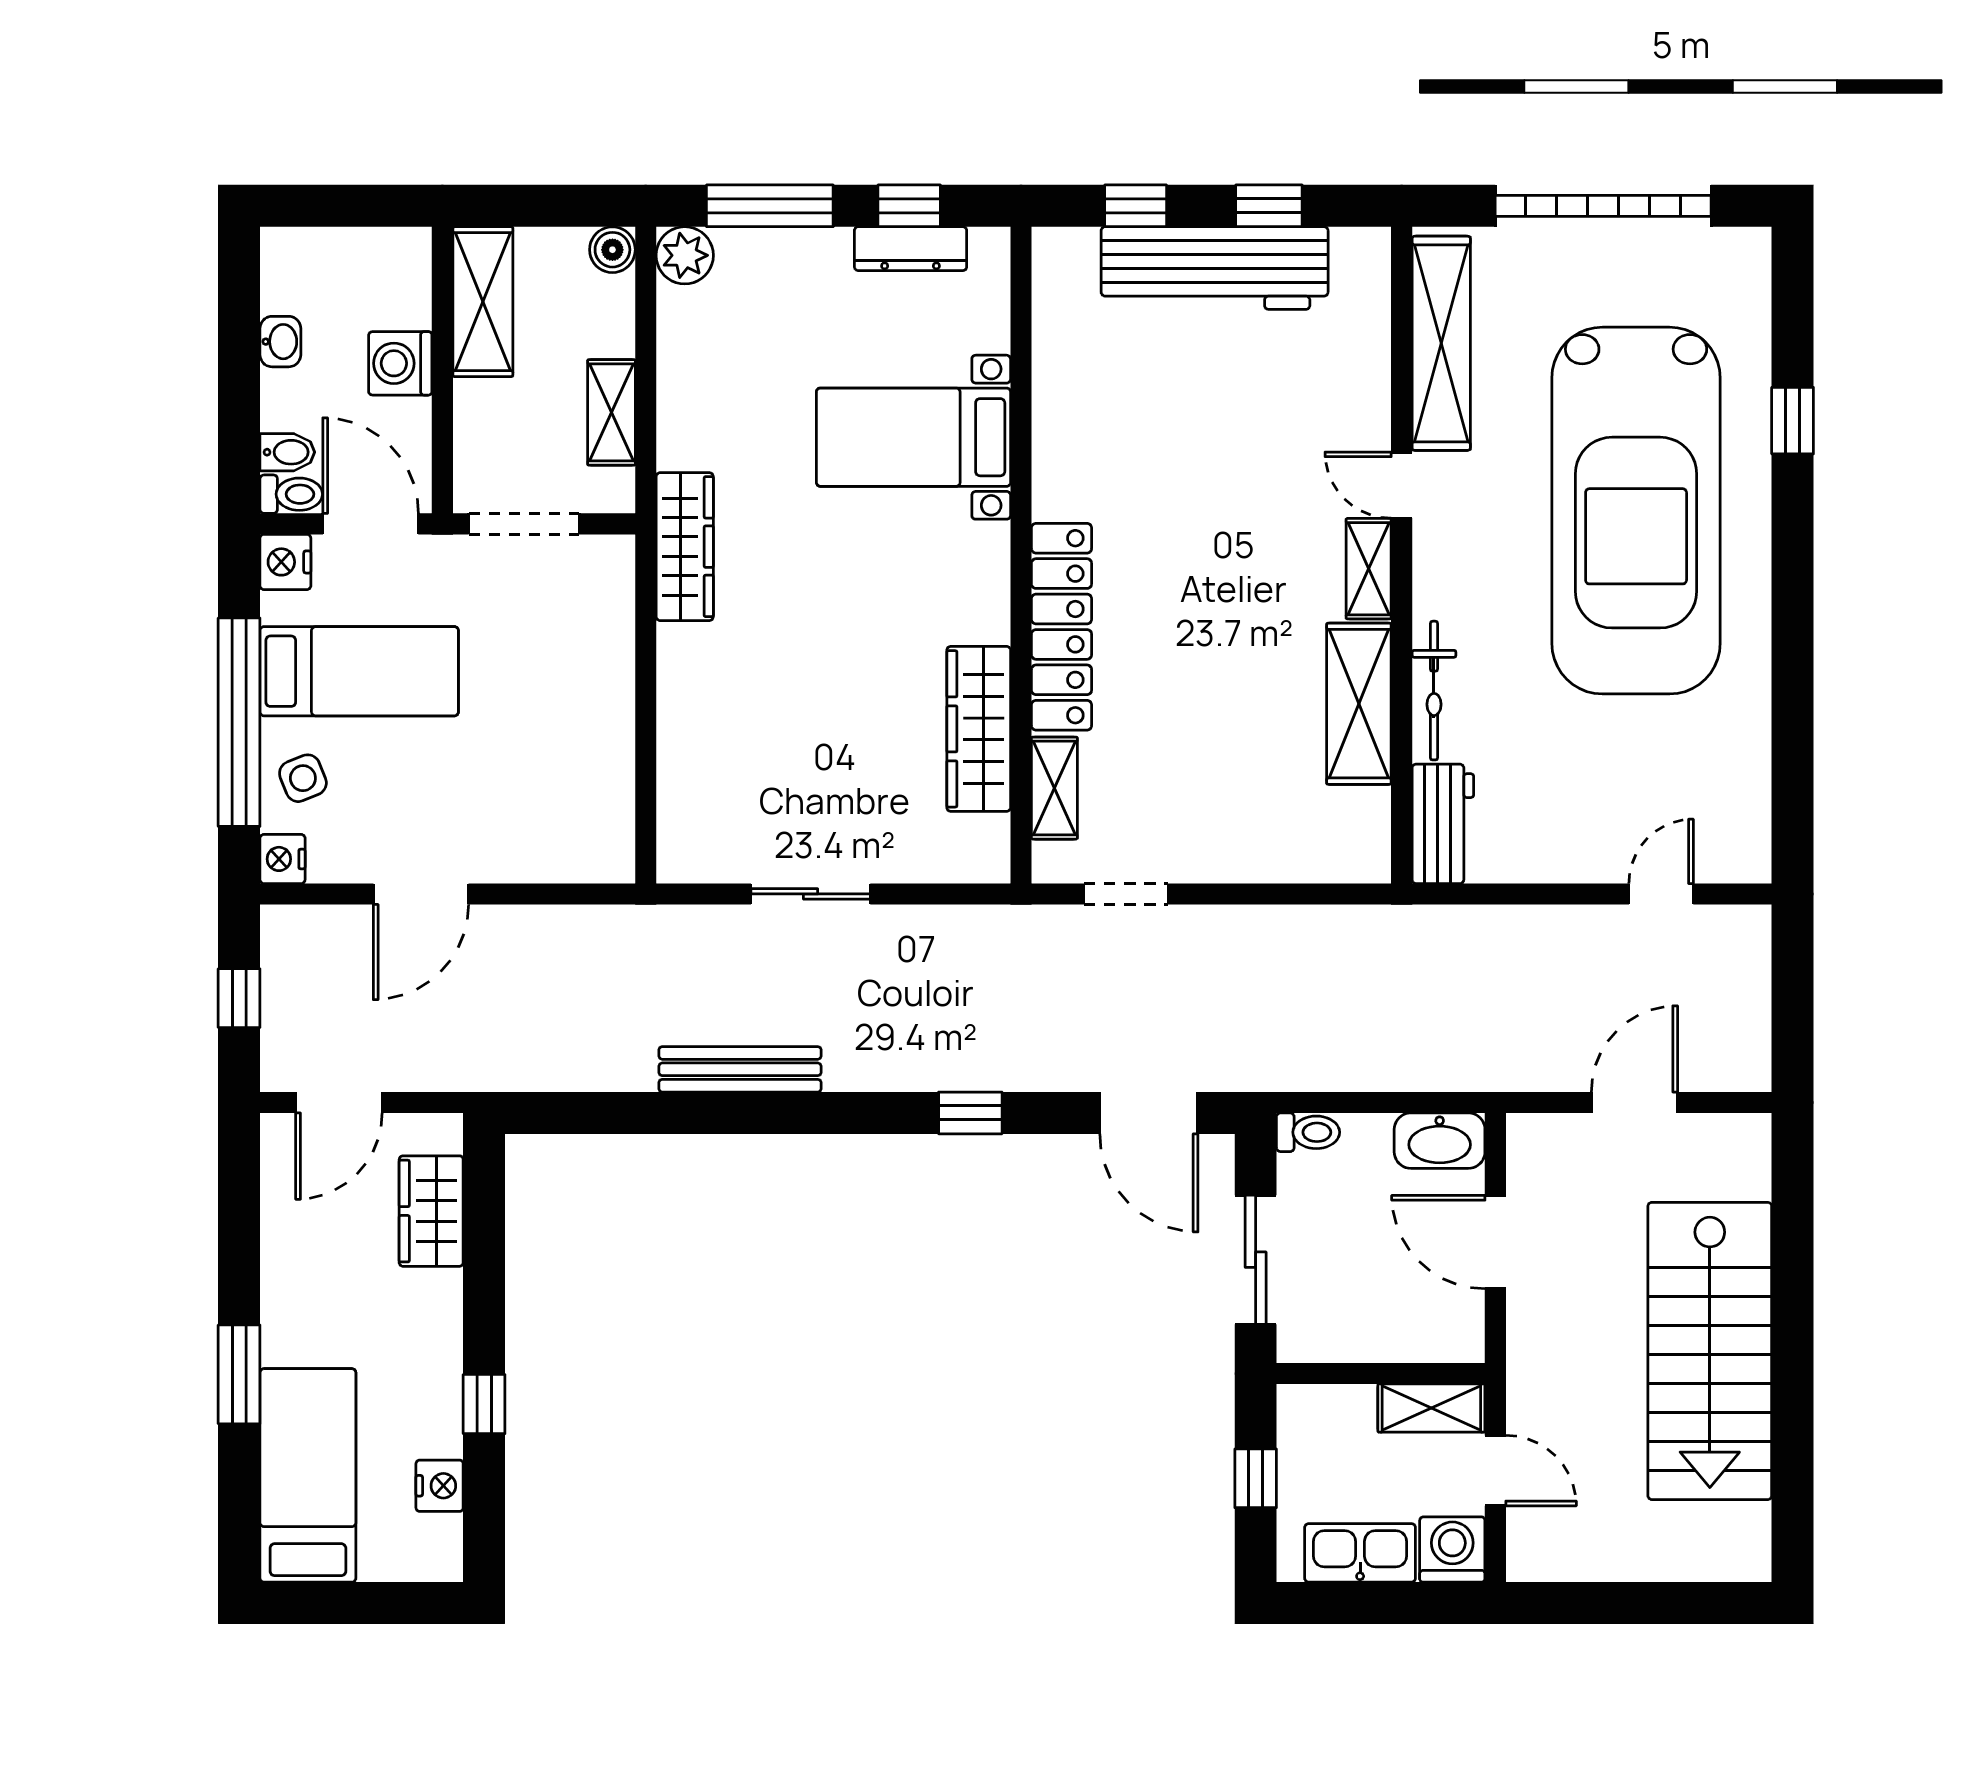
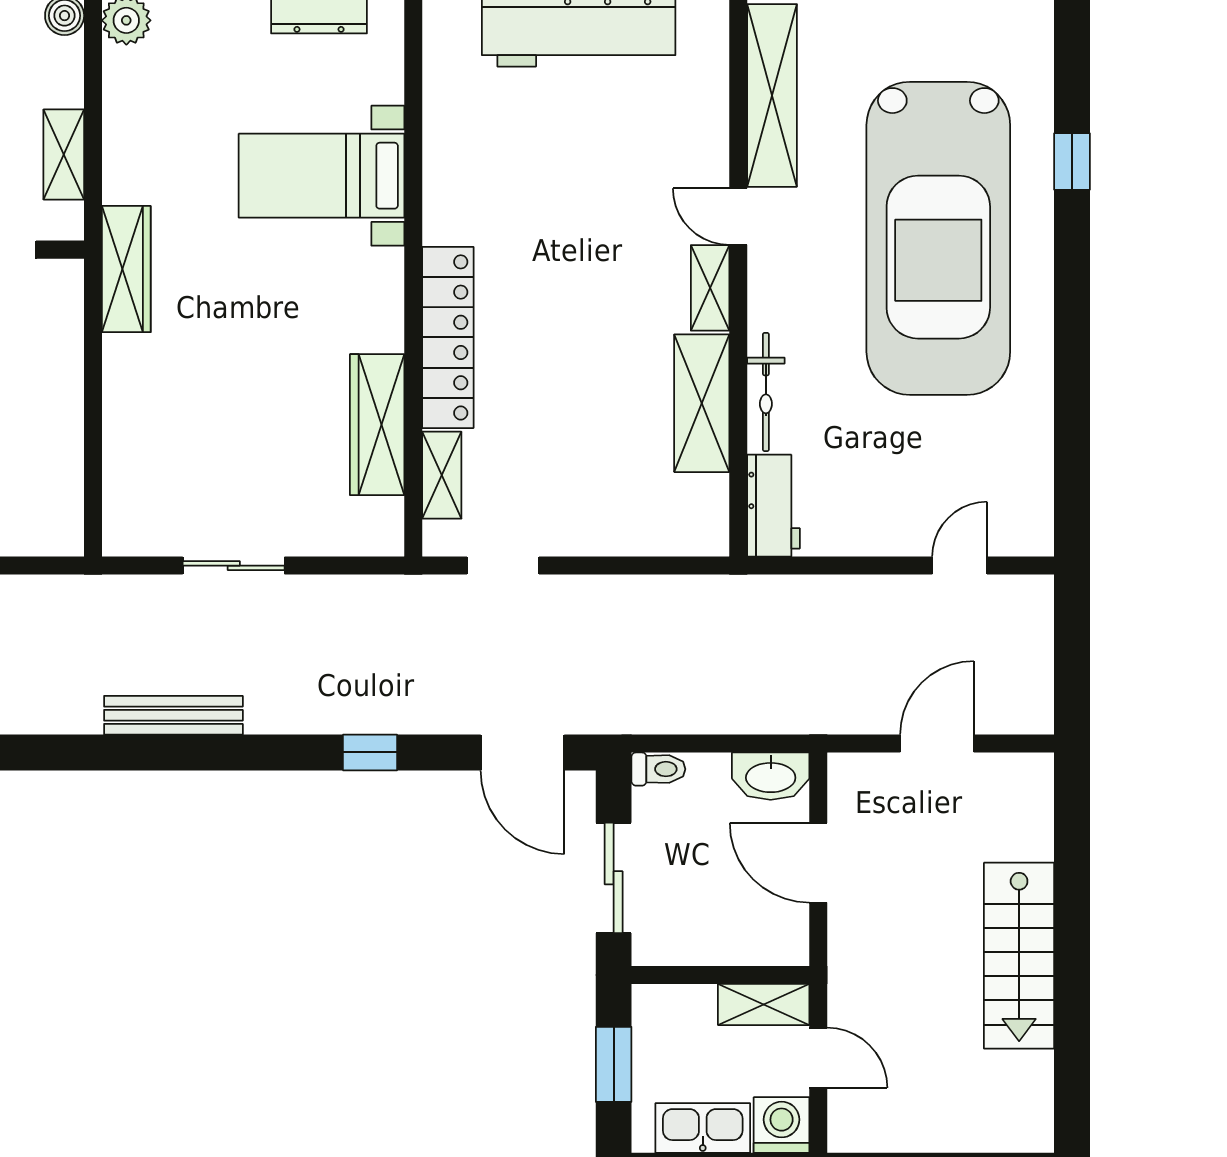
stairs: (1710, 1351) -> (1019, 956), width x0.73, depth x0.66
window: (1256, 1478) -> (614, 1064), width x1.50

